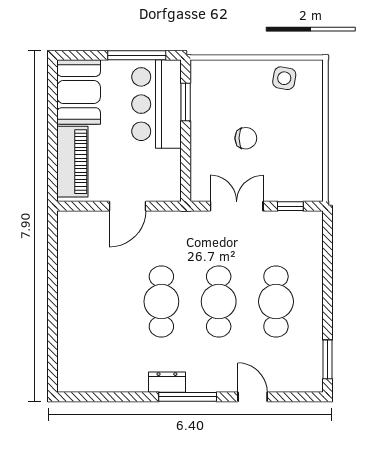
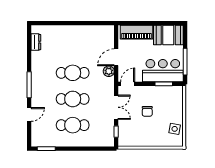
door: (186, 181) -> (128, 84), added
door: (127, 206) -> (116, 57), hinge flipped
plant: (158, 222) -> (109, 71), added
dresser: (167, 382) -> (36, 42), moved

